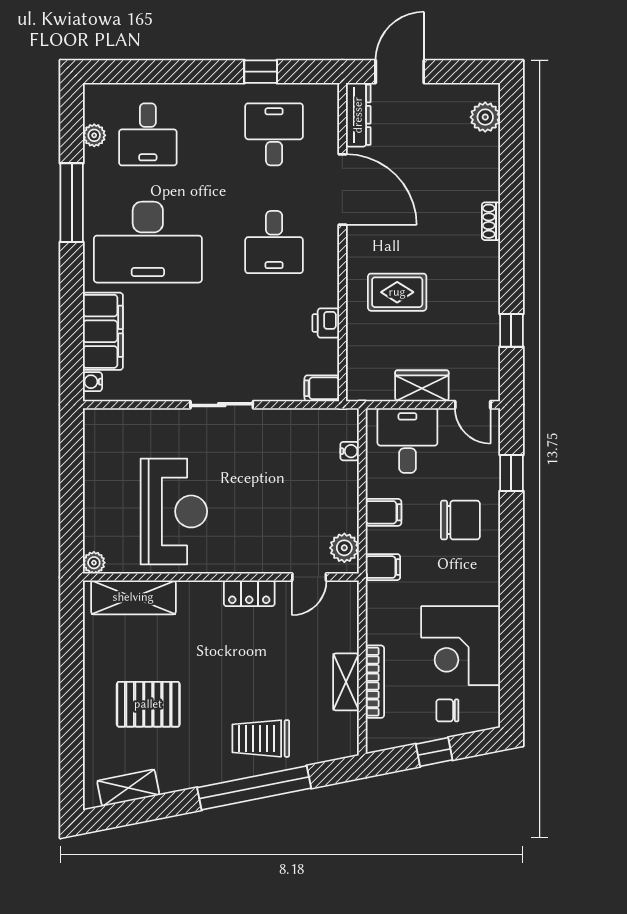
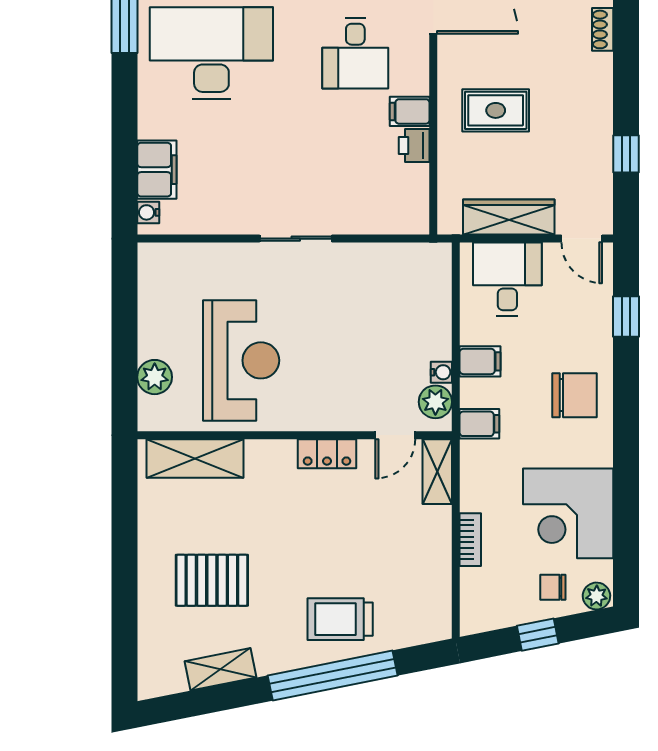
desk: (148, 242) -> (211, 53), turned 180
filing cabinet: (103, 331) -> (157, 170), width x0.67, depth x0.86
wardrobe: (422, 386) -> (509, 217), width x1.50
filing cabinet: (322, 388) -> (410, 111), moved
water cooler: (350, 451) -> (441, 372), moved
chair: (460, 520) -> (575, 395), moved
plant: (94, 563) -> (155, 377), moved, width x1.38, depth x1.38
shelving: (346, 682) -> (437, 472), moved
bookcase: (375, 682) -> (470, 540), width x0.64
plant: (486, 718) -> (596, 596), added
shelving: (128, 788) -> (221, 669), moved

